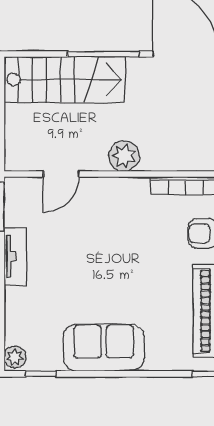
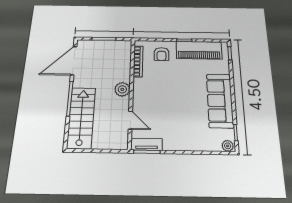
tv unit: (15, 257) -> (146, 144), moved
sofa: (104, 348) -> (220, 101), width x1.36

